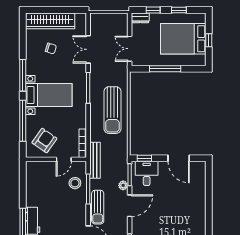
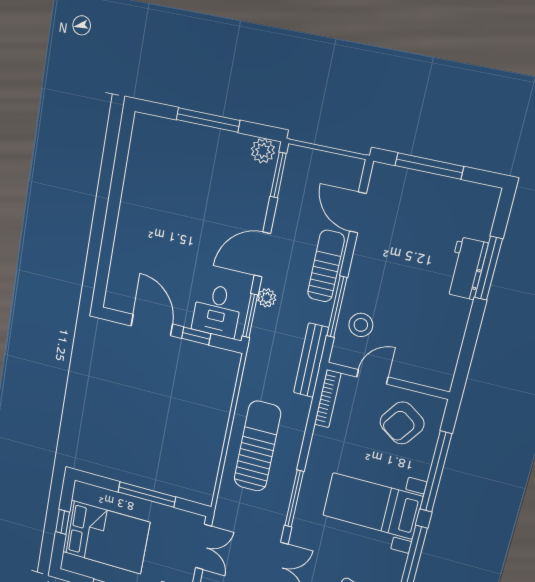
window: (144, 158) -> (196, 336), moved

